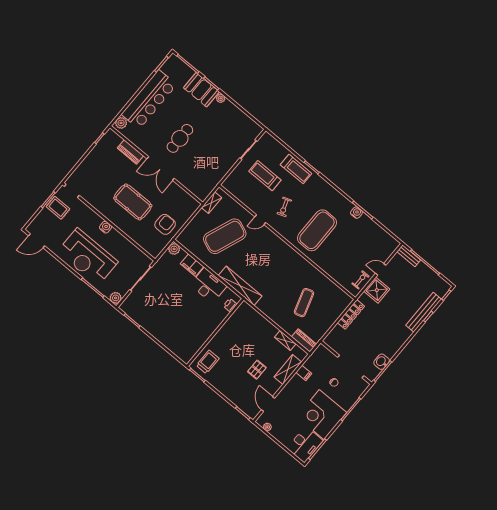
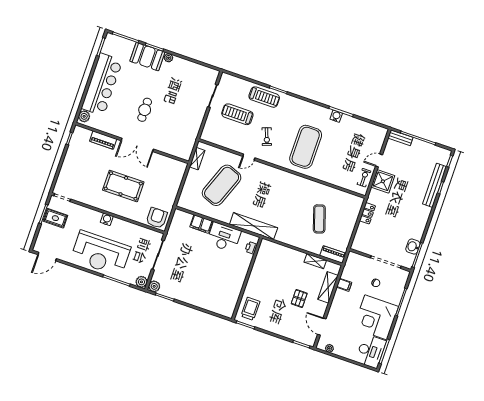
cafe table: (180, 138) -> (145, 110), width x0.73, depth x0.74
armchair: (165, 224) -> (157, 218), moved
plant: (174, 249) -> (154, 286), moved
locker: (351, 314) -> (367, 213), width x0.66

